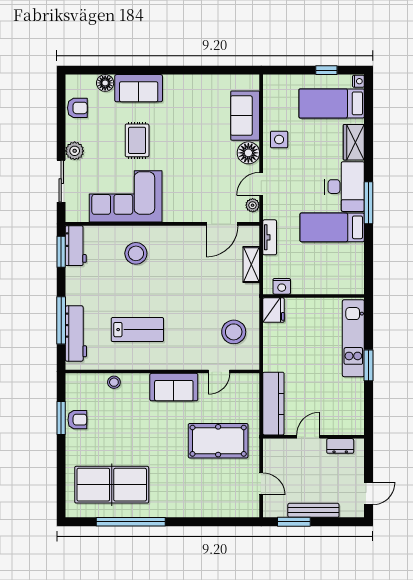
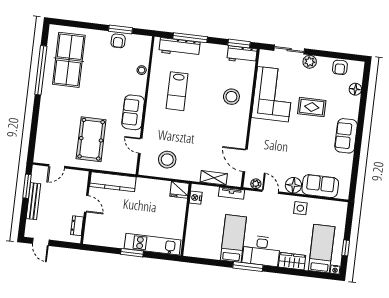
sofa: (139, 88) -> (346, 136), moved

